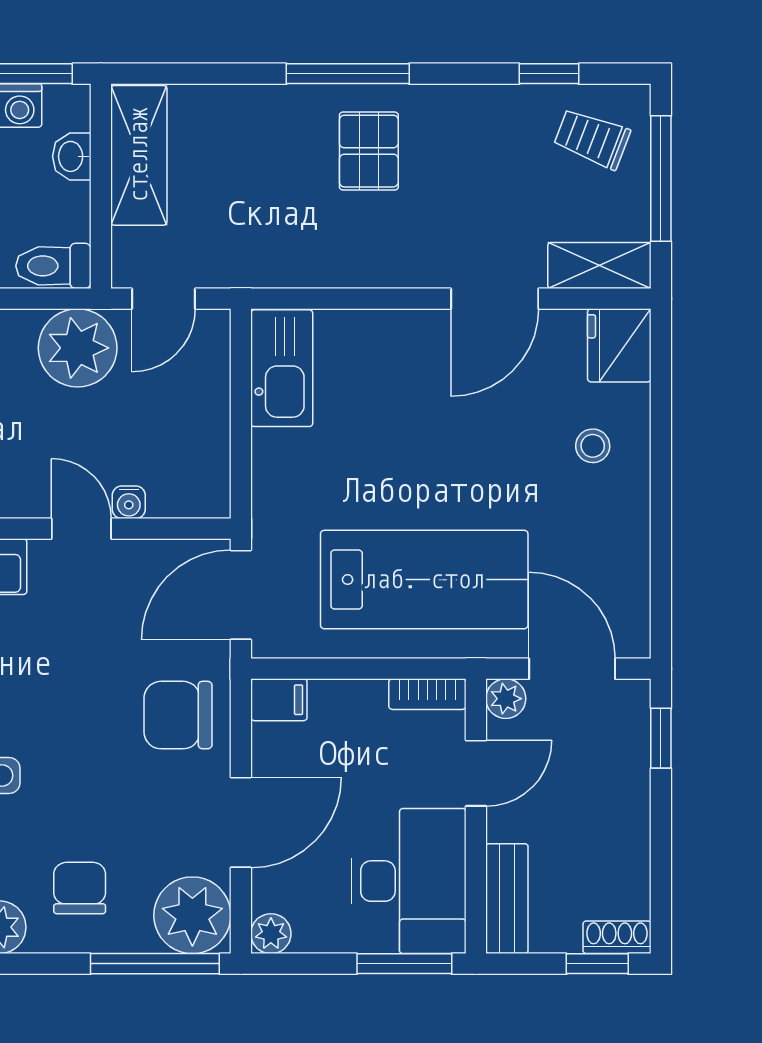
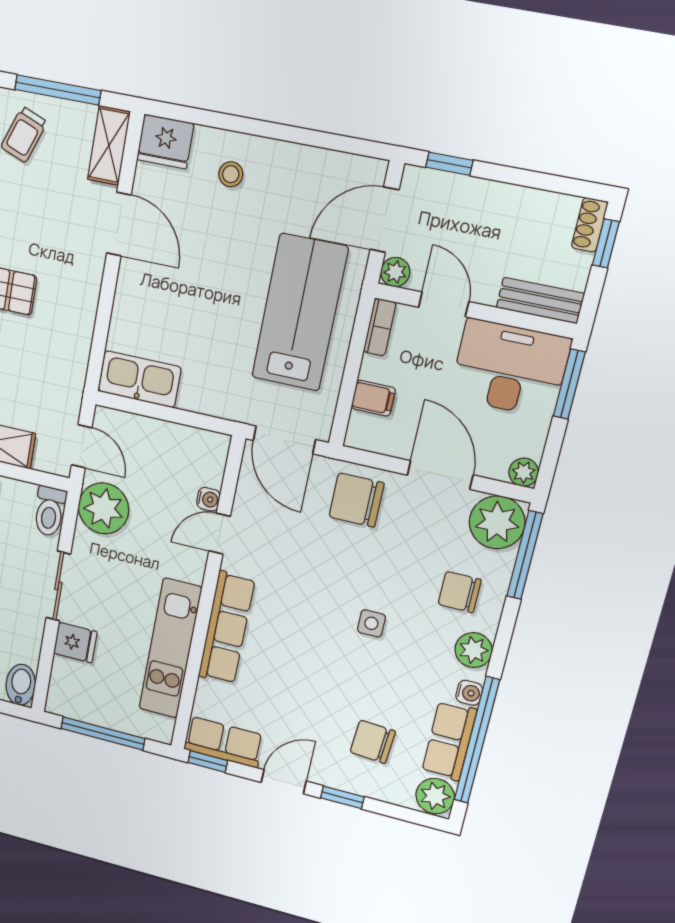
filing cabinet: (279, 700) -> (373, 398), moved, turned 90
chair: (178, 715) -> (357, 500), turned 90

